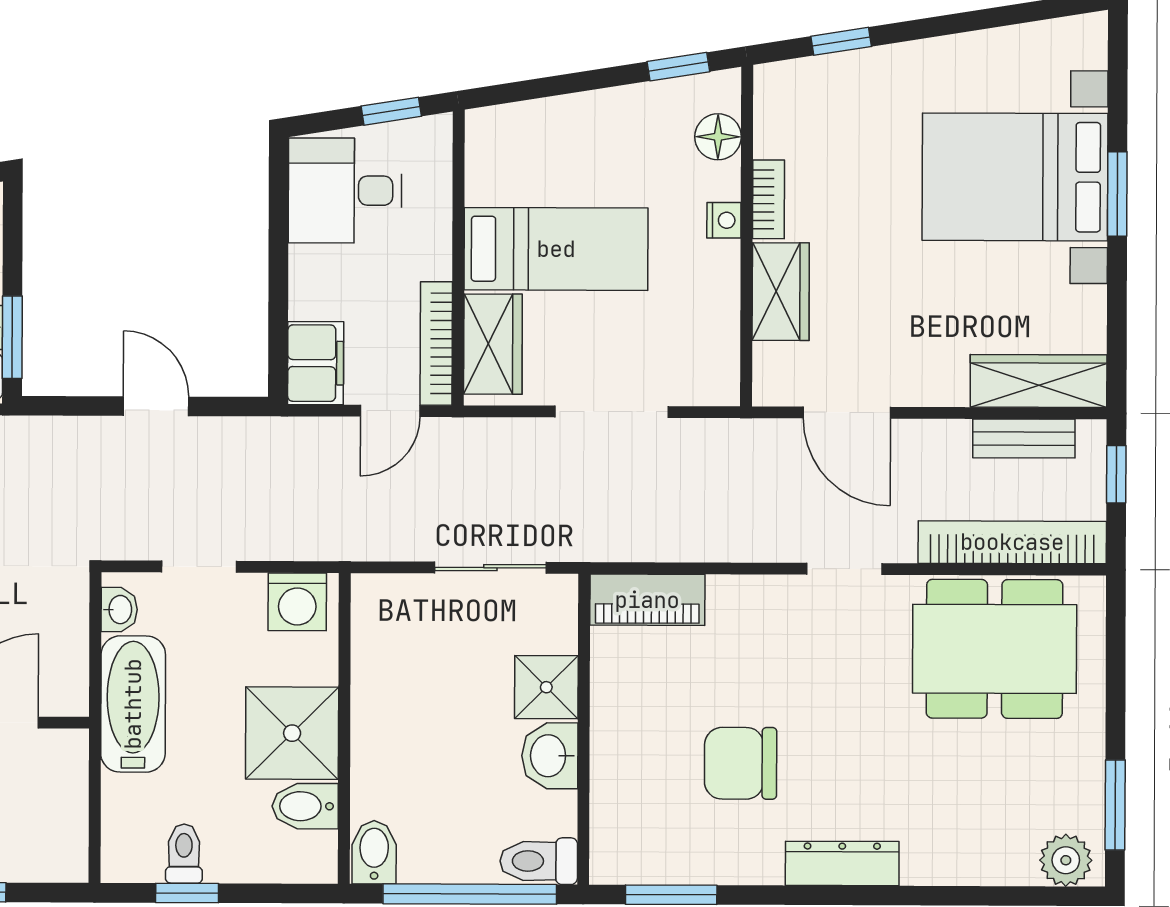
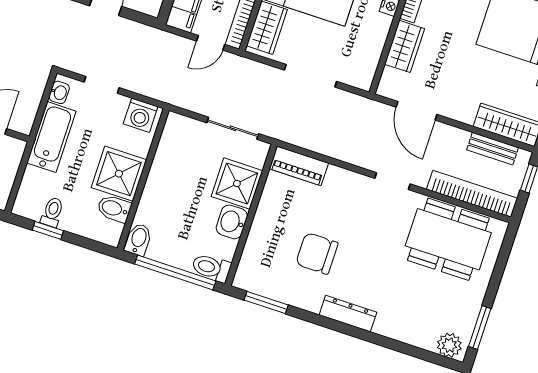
shower: (546, 687) -> (237, 184), width x1.36, depth x1.36

